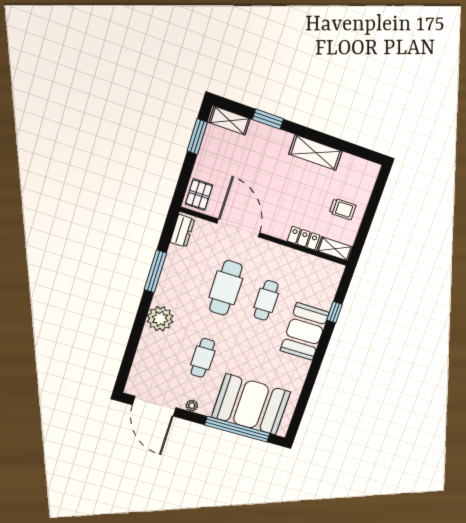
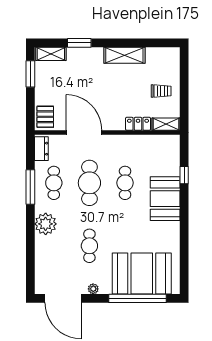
cafe table: (185, 275) -> (54, 183), added

